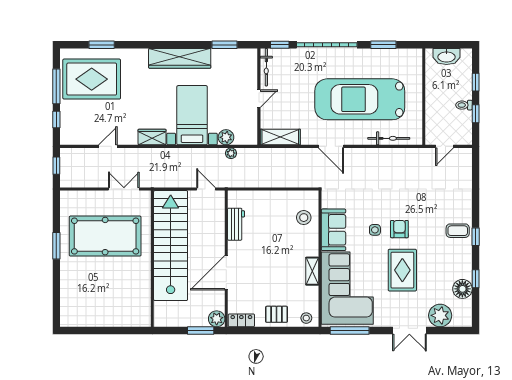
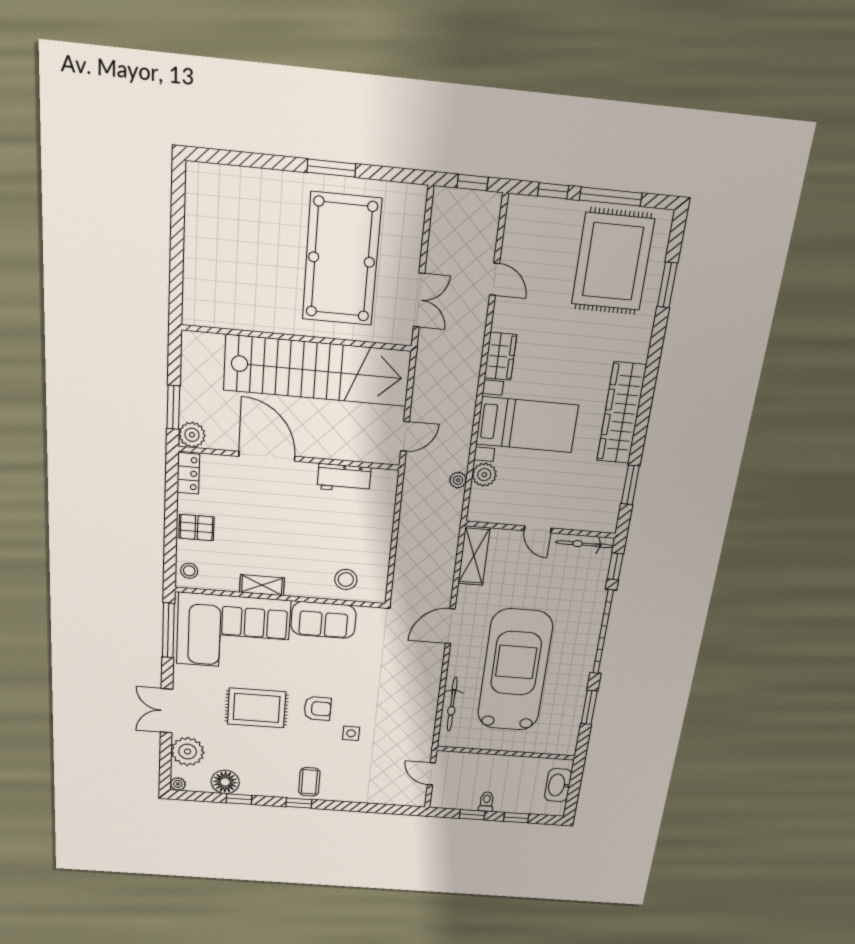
side table: (375, 230) -> (351, 733), moved
pallet: (277, 314) -> (196, 528), turned 90
plant: (467, 321) -> (178, 784), added

